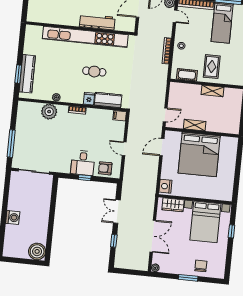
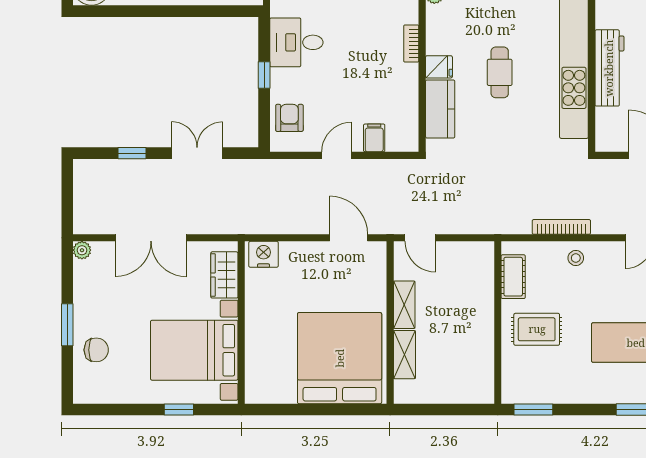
shelving: (212, 91) -> (404, 355), moved
filing cabinet: (120, 116) -> (374, 138), moved
bed: (199, 154) -> (340, 358), moved, turned 90
desk: (83, 163) -> (296, 42), moved

